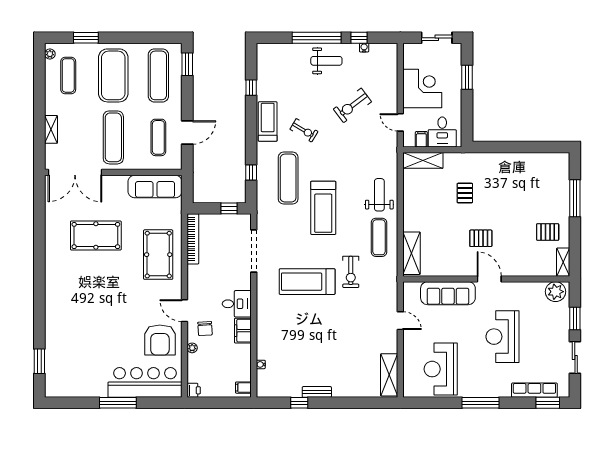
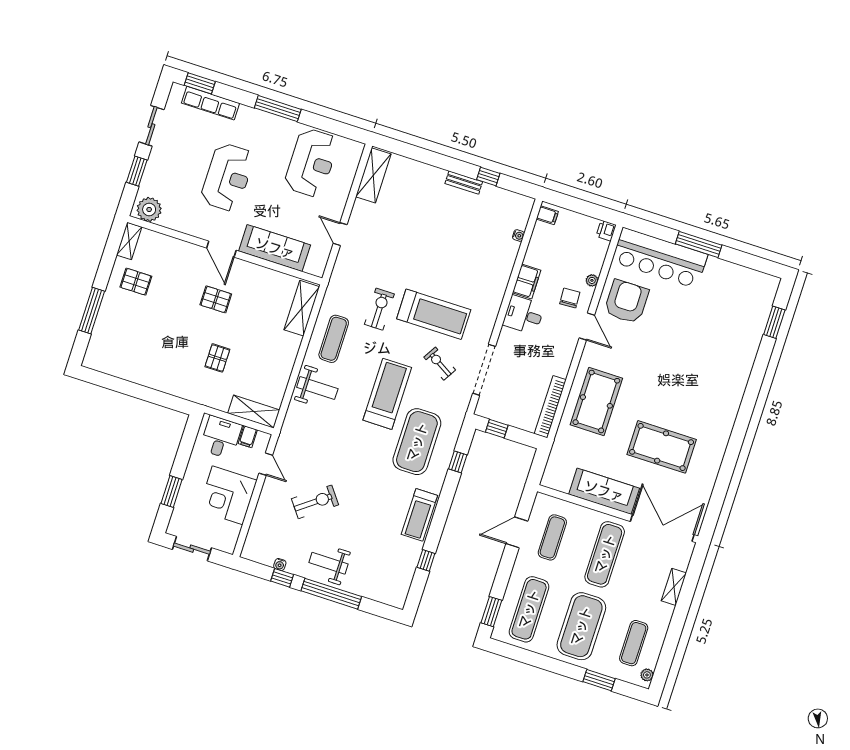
exercise bike: (304, 130) -> (440, 364), moved
exercise mat: (288, 178) -> (417, 442), width x1.47
sofa: (155, 186) -> (604, 491), moved
weight bench: (379, 195) -> (317, 388), turned -90

